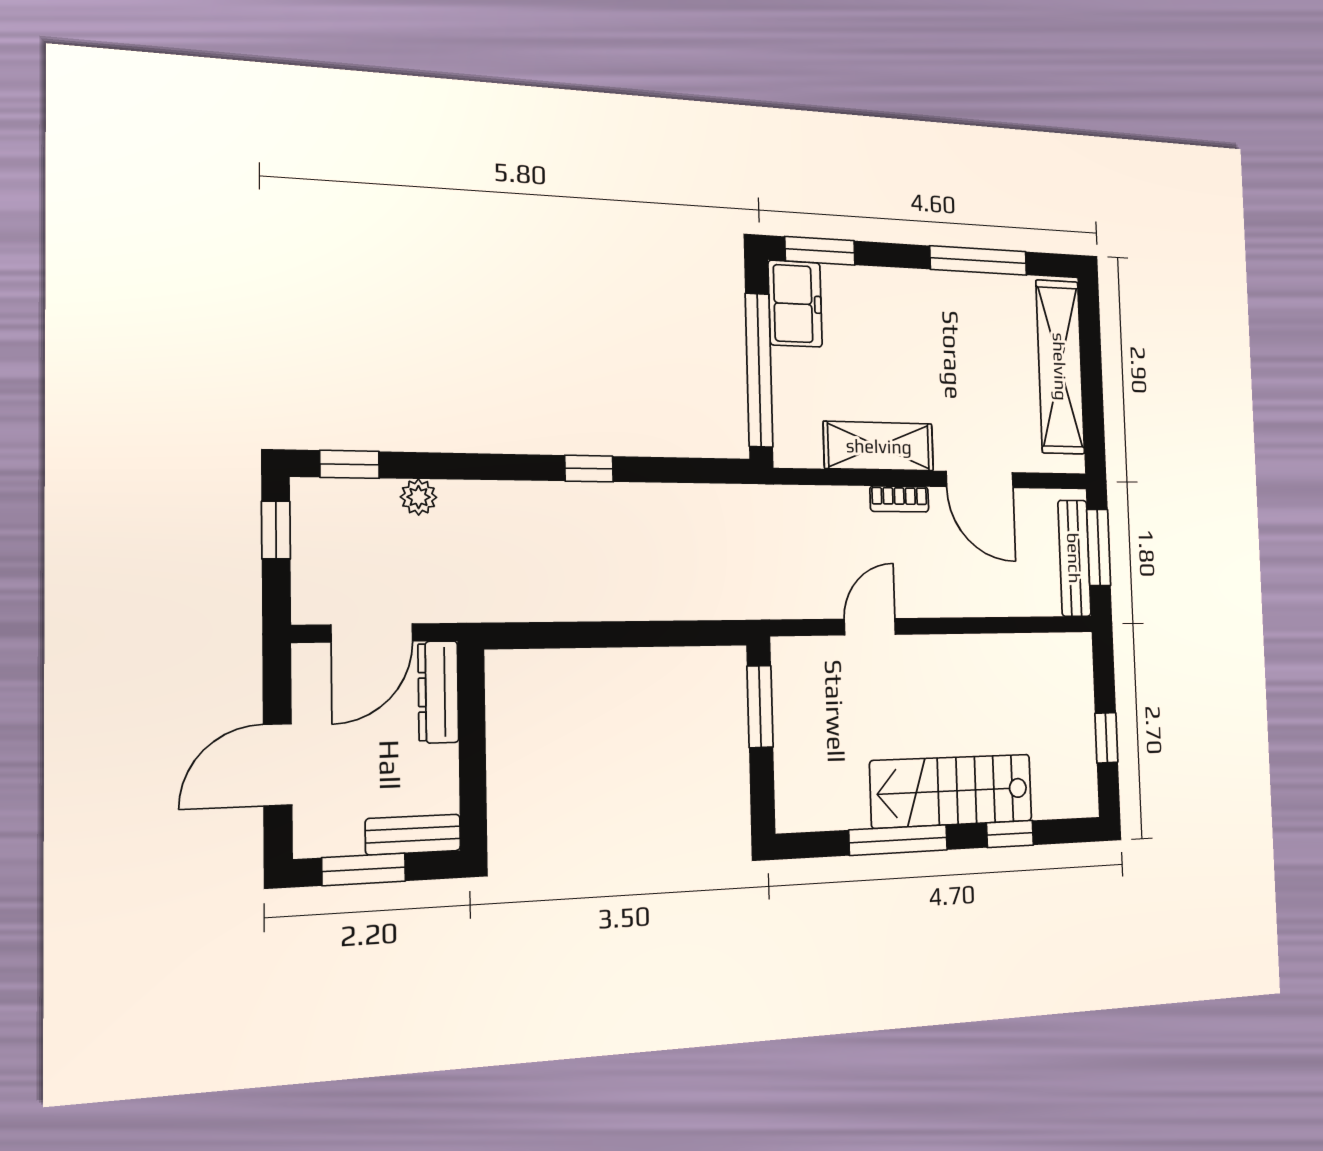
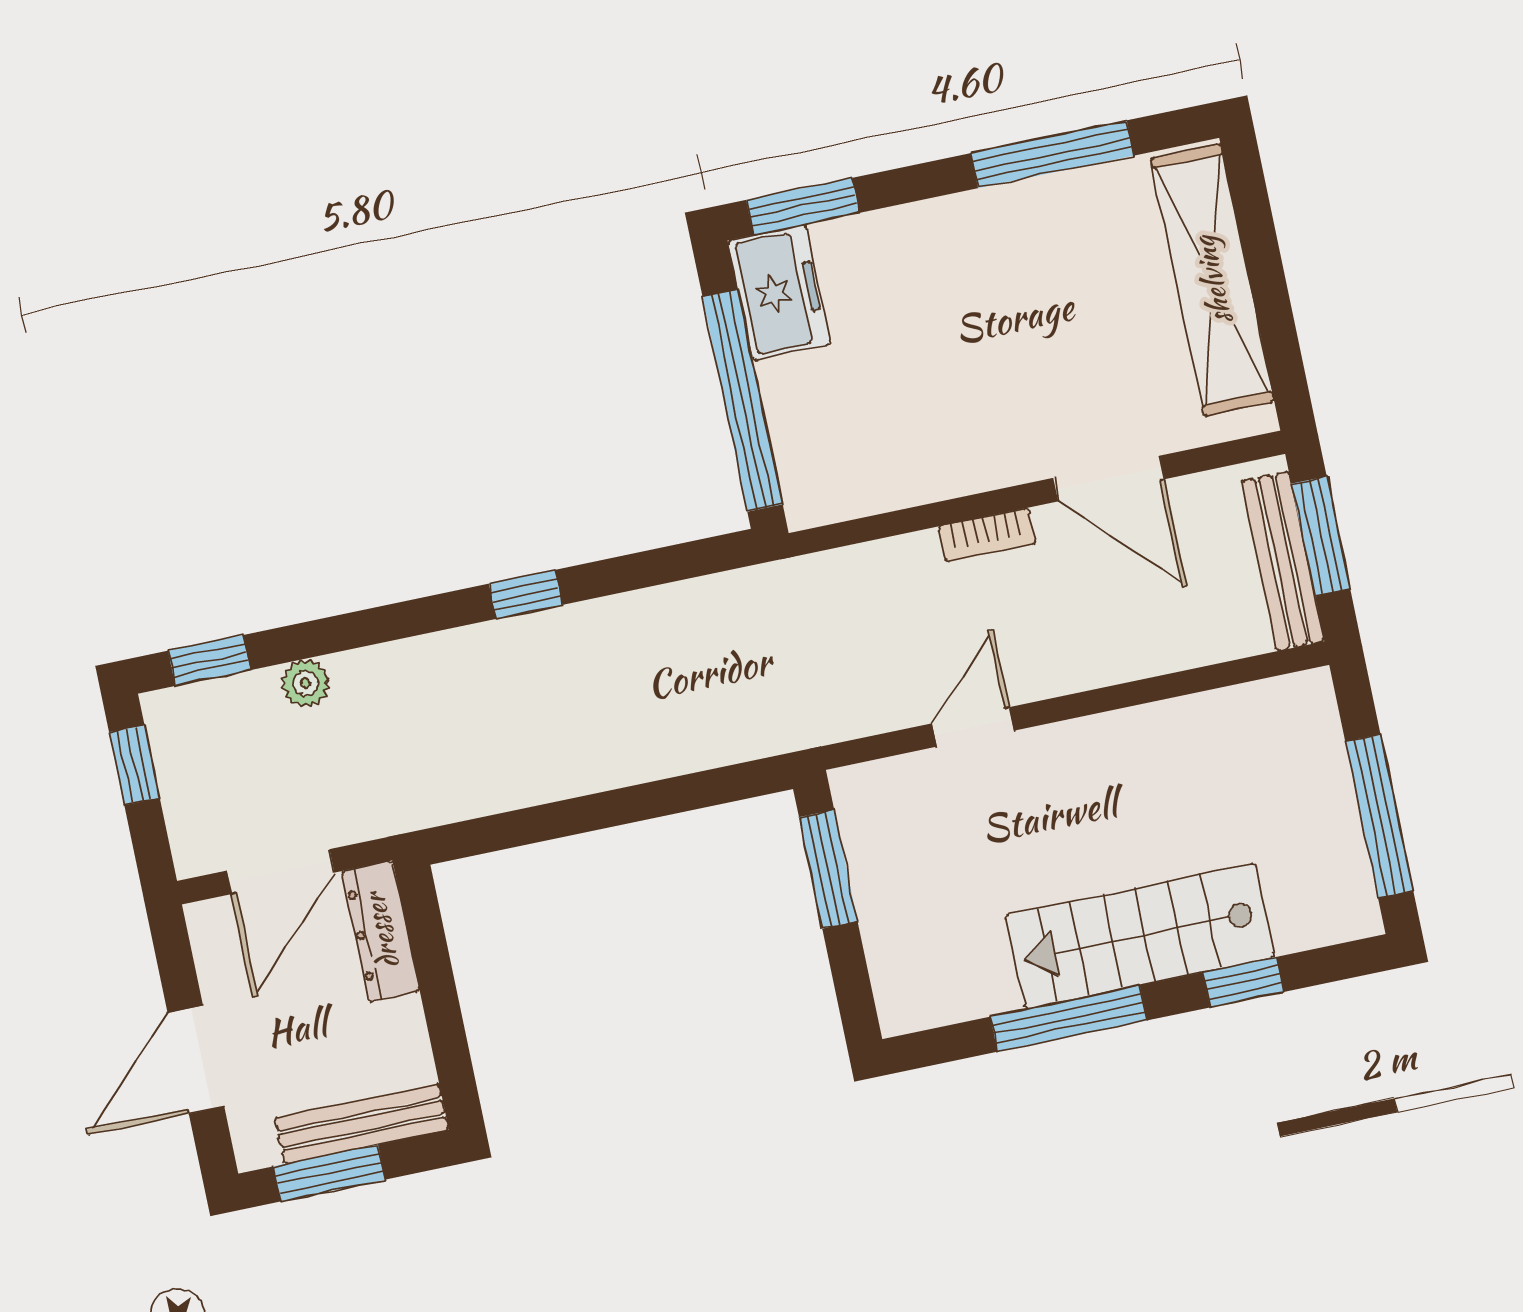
shelving: (879, 446) -> (942, 466), removed
window: (1106, 738) -> (1379, 816), width x2.17
bench: (413, 835) -> (362, 1124), width x1.36

